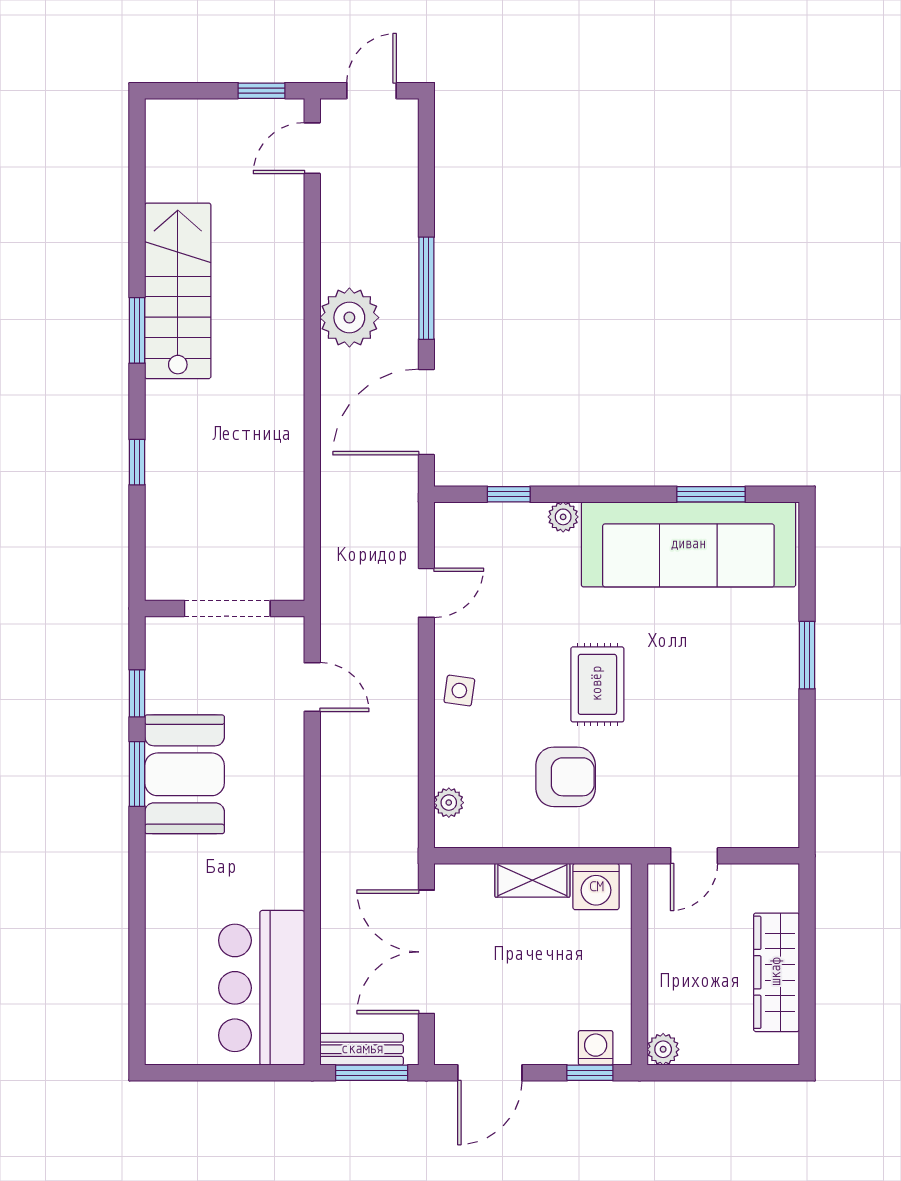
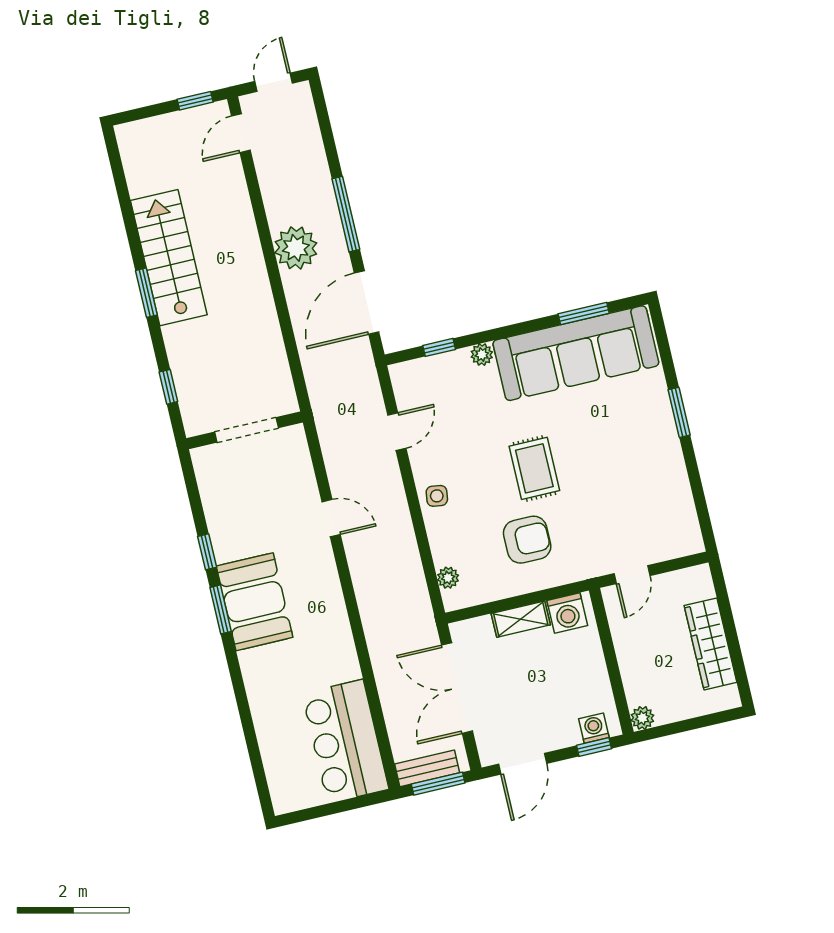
wall: (225, 608) -> (245, 430), moved
doorway: (227, 608) -> (246, 430), moved

